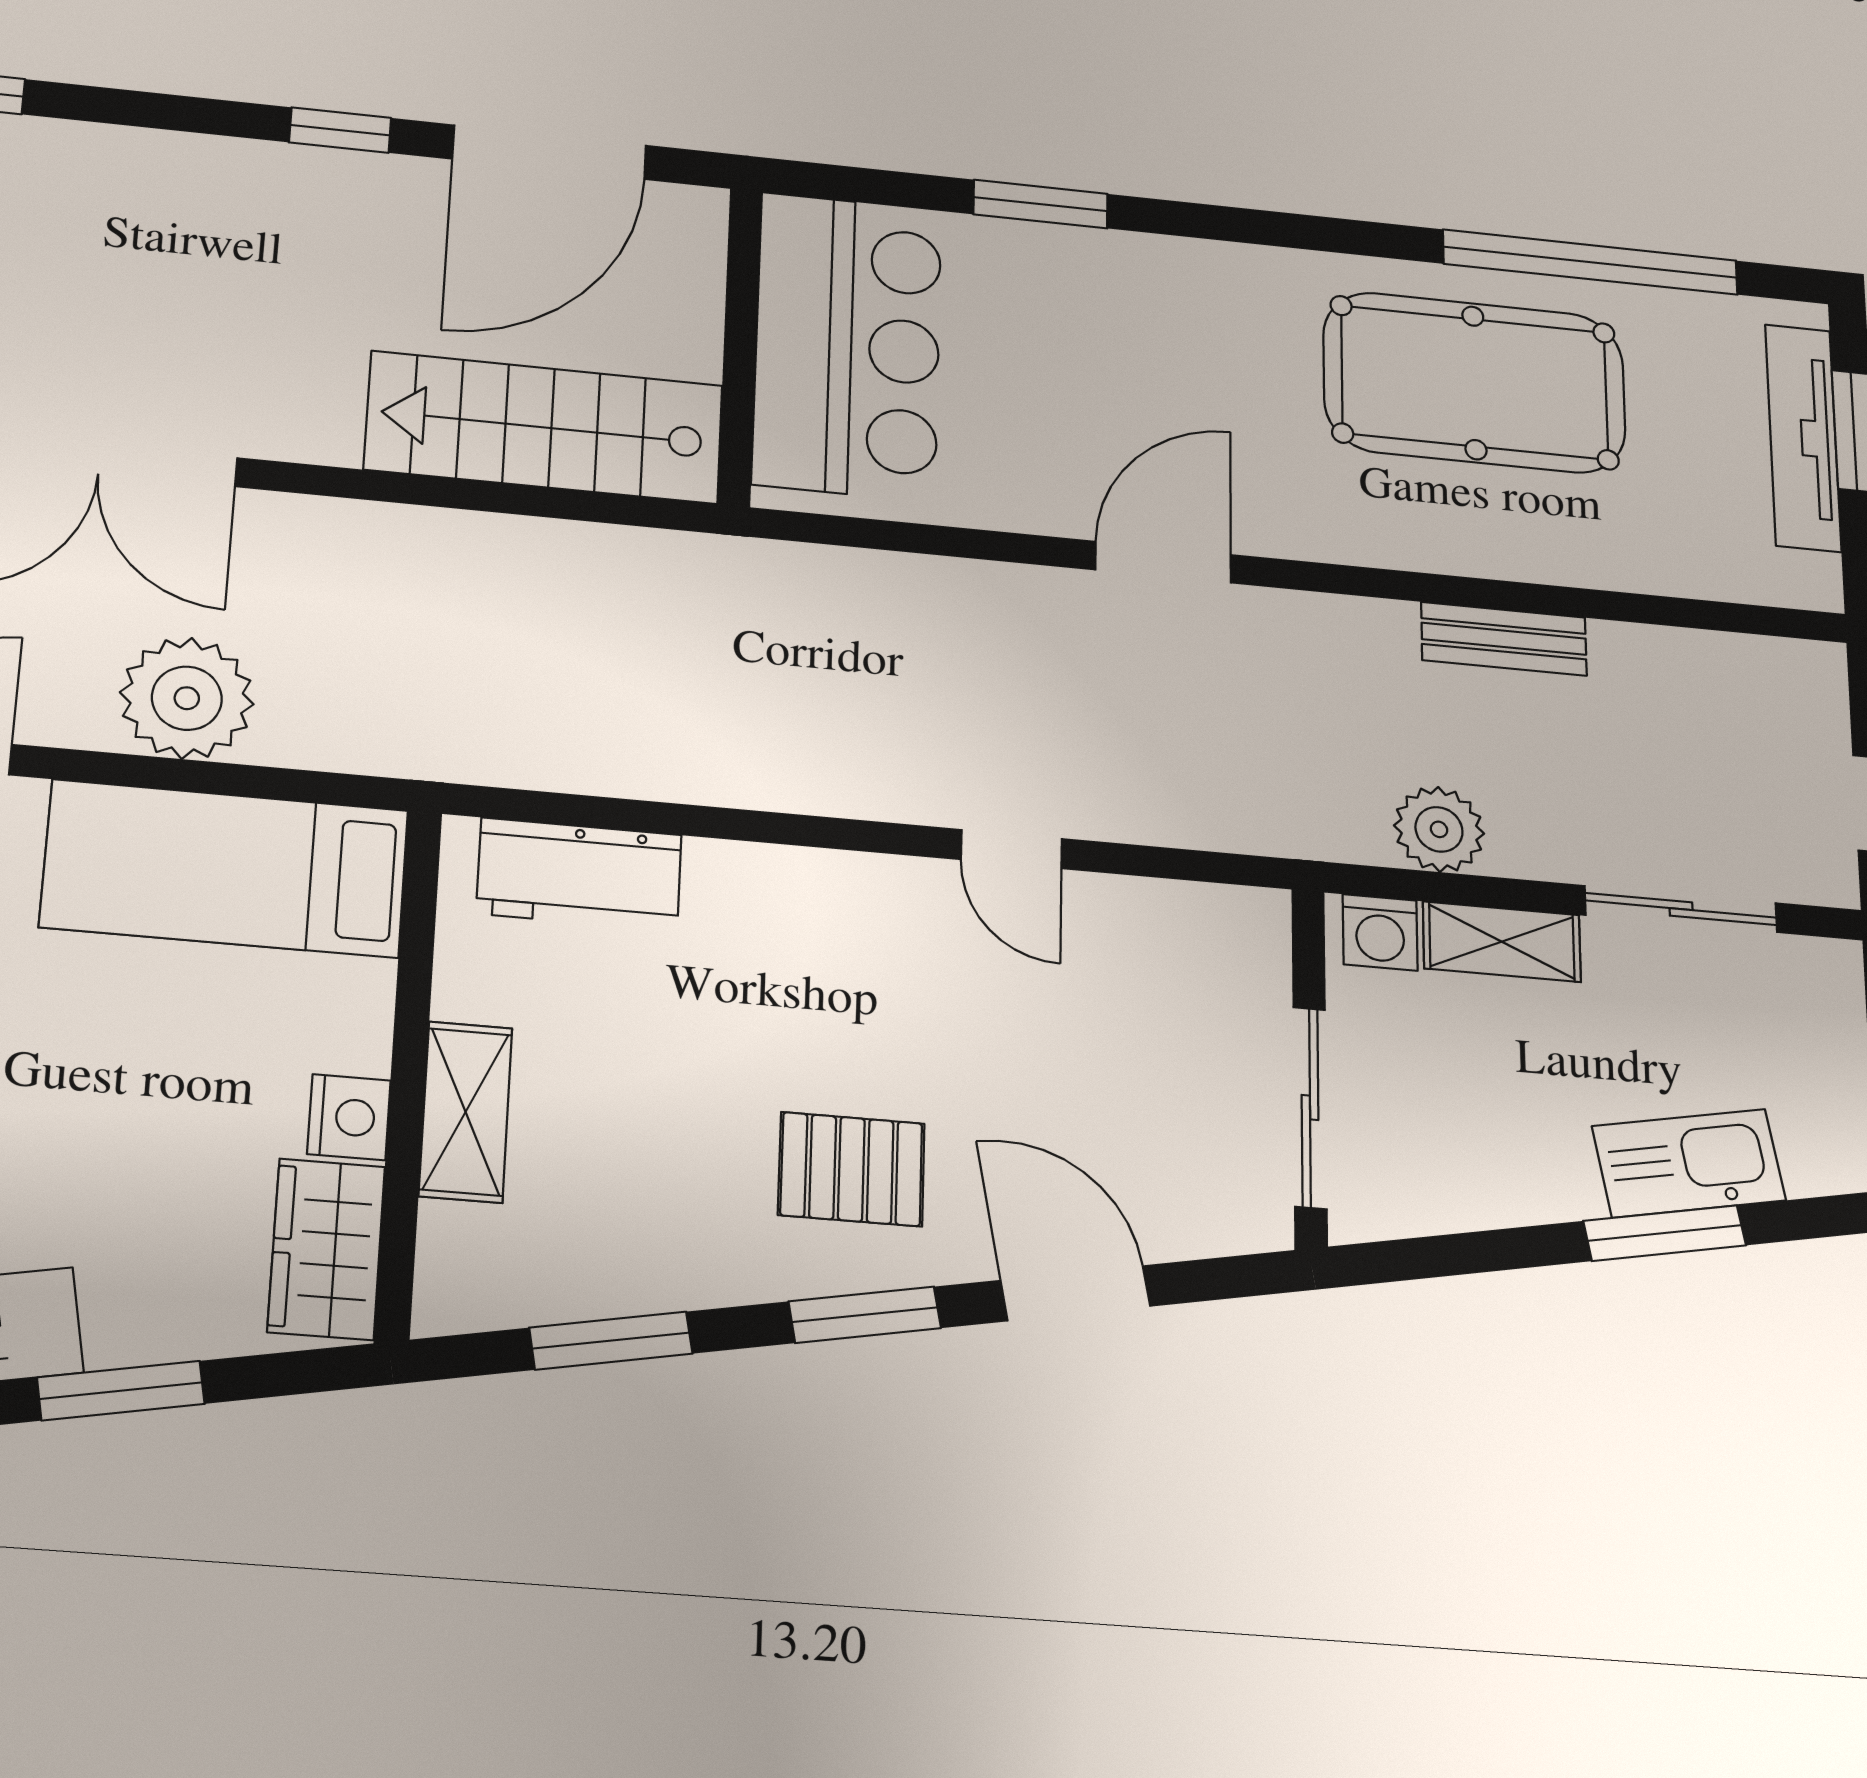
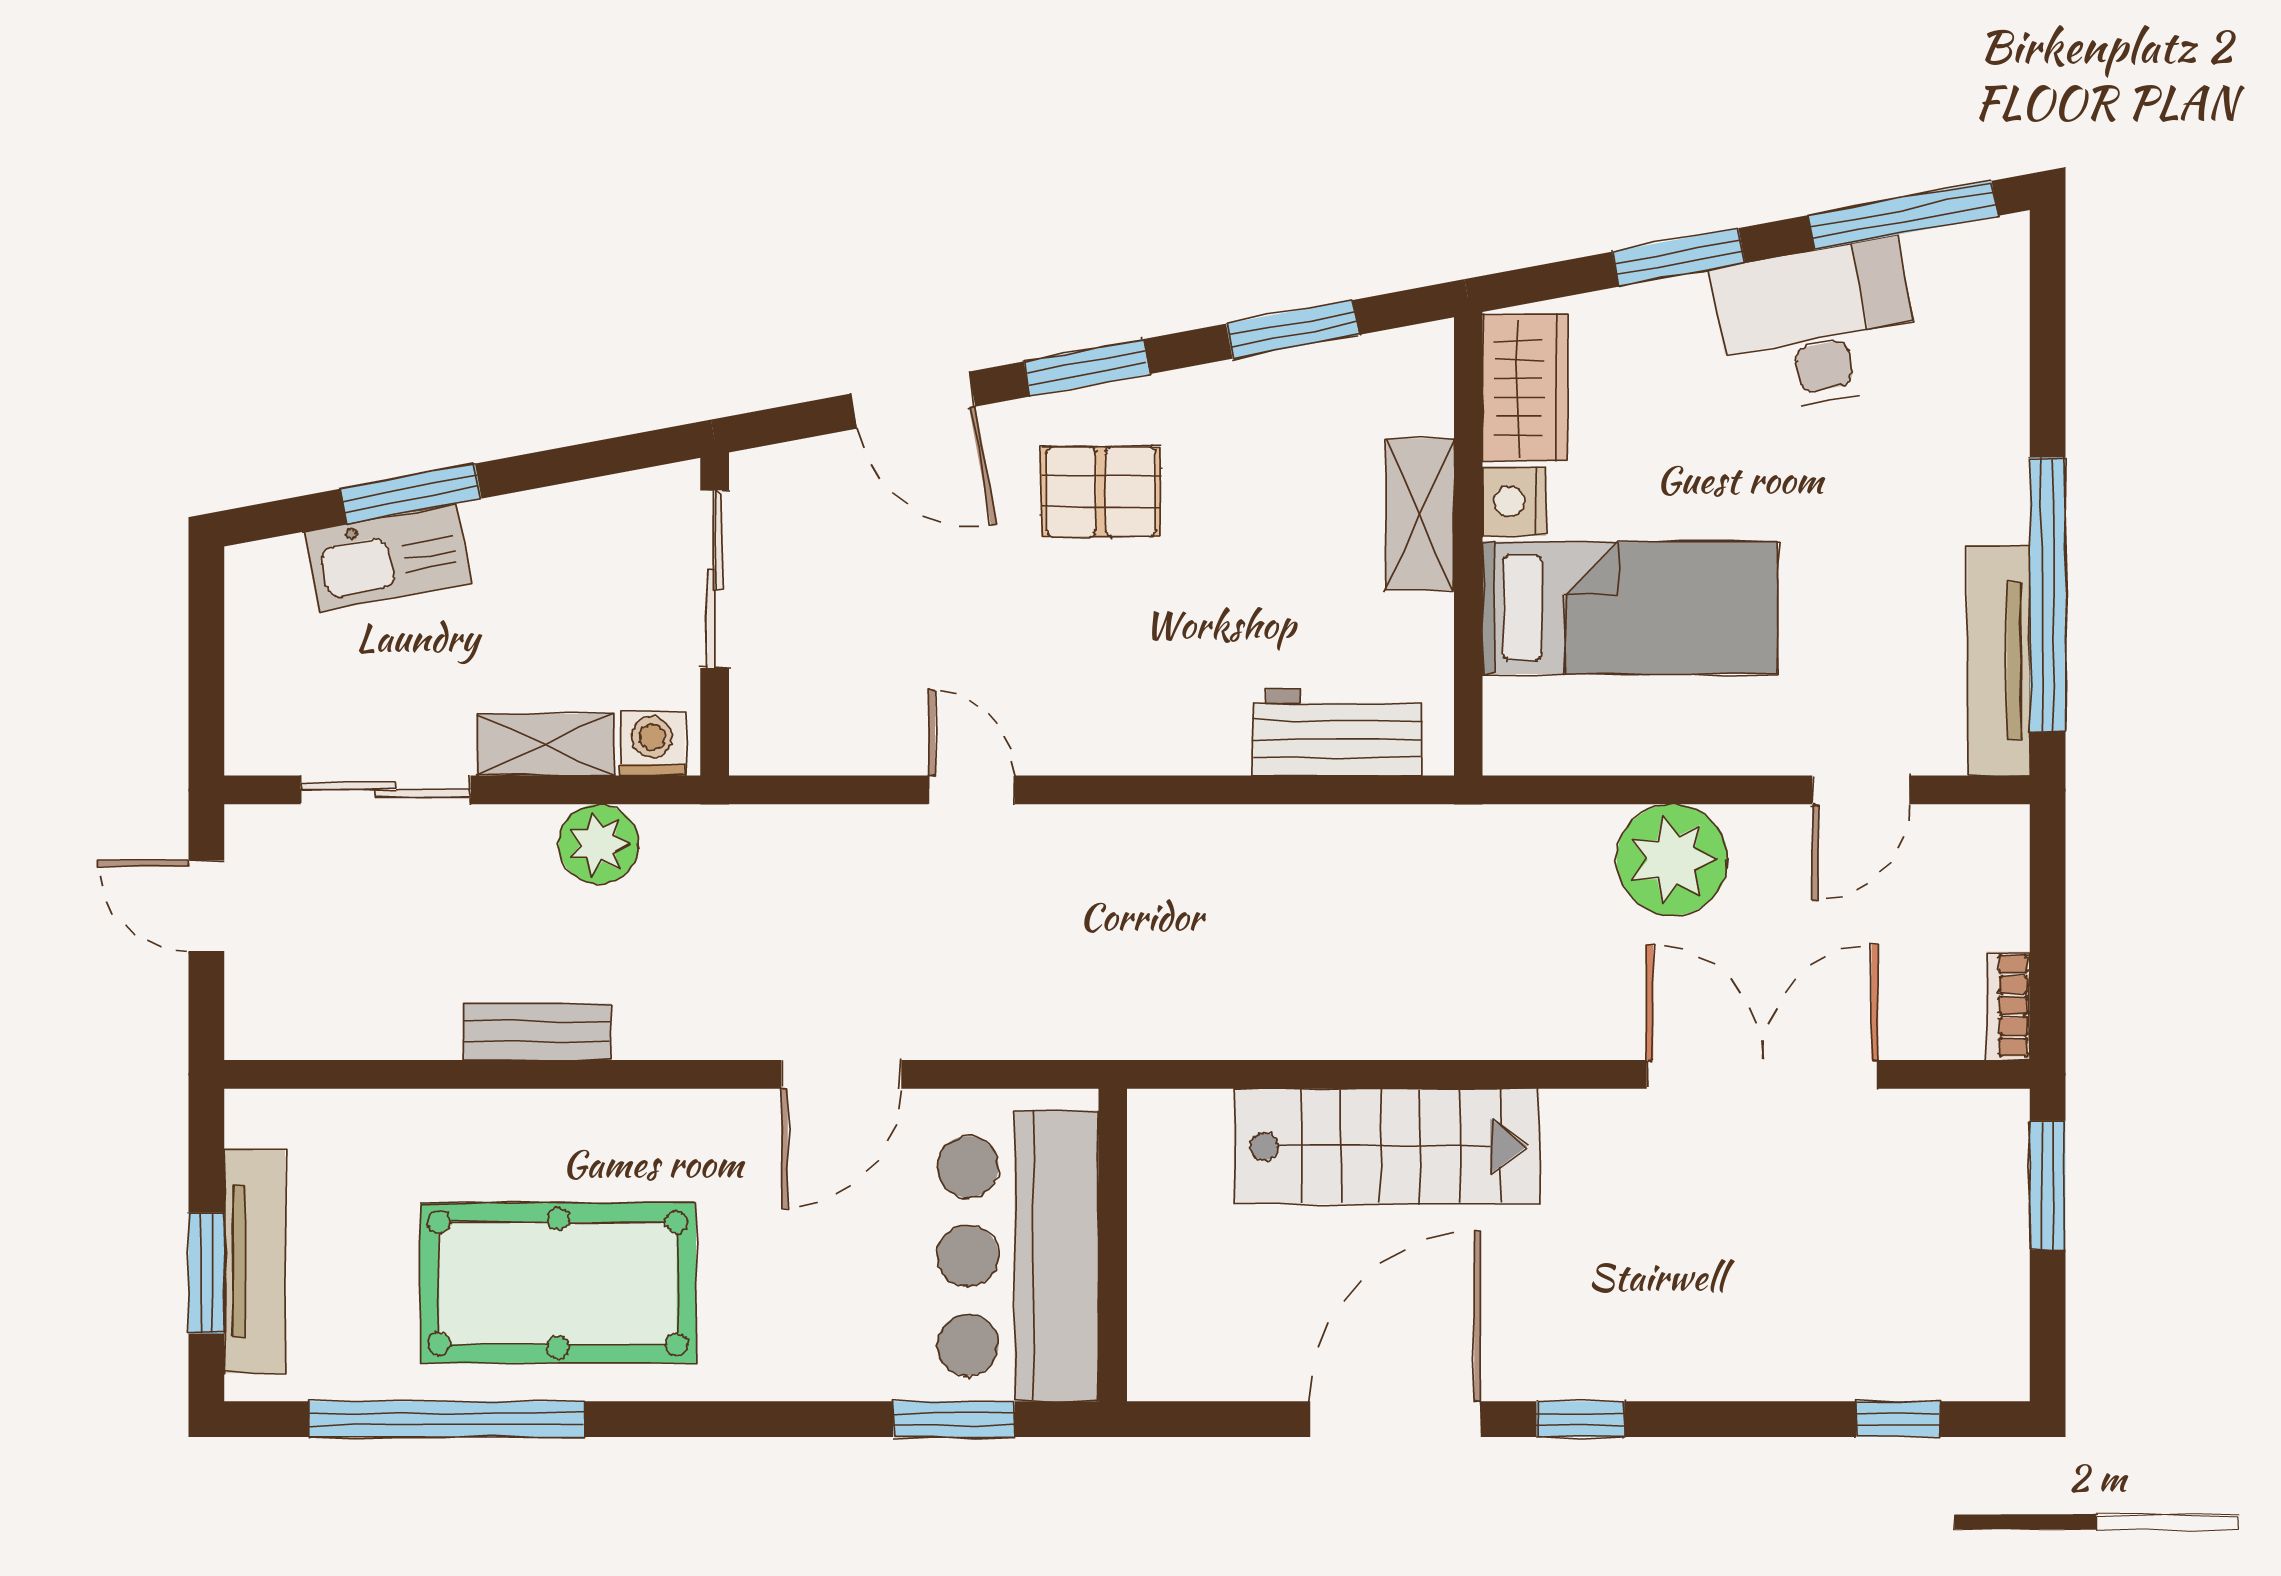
wall: (740, 346) -> (1113, 1245), moved
bar counter: (848, 346) -> (1018, 1256), moved
bed: (225, 869) -> (1630, 608), moved

